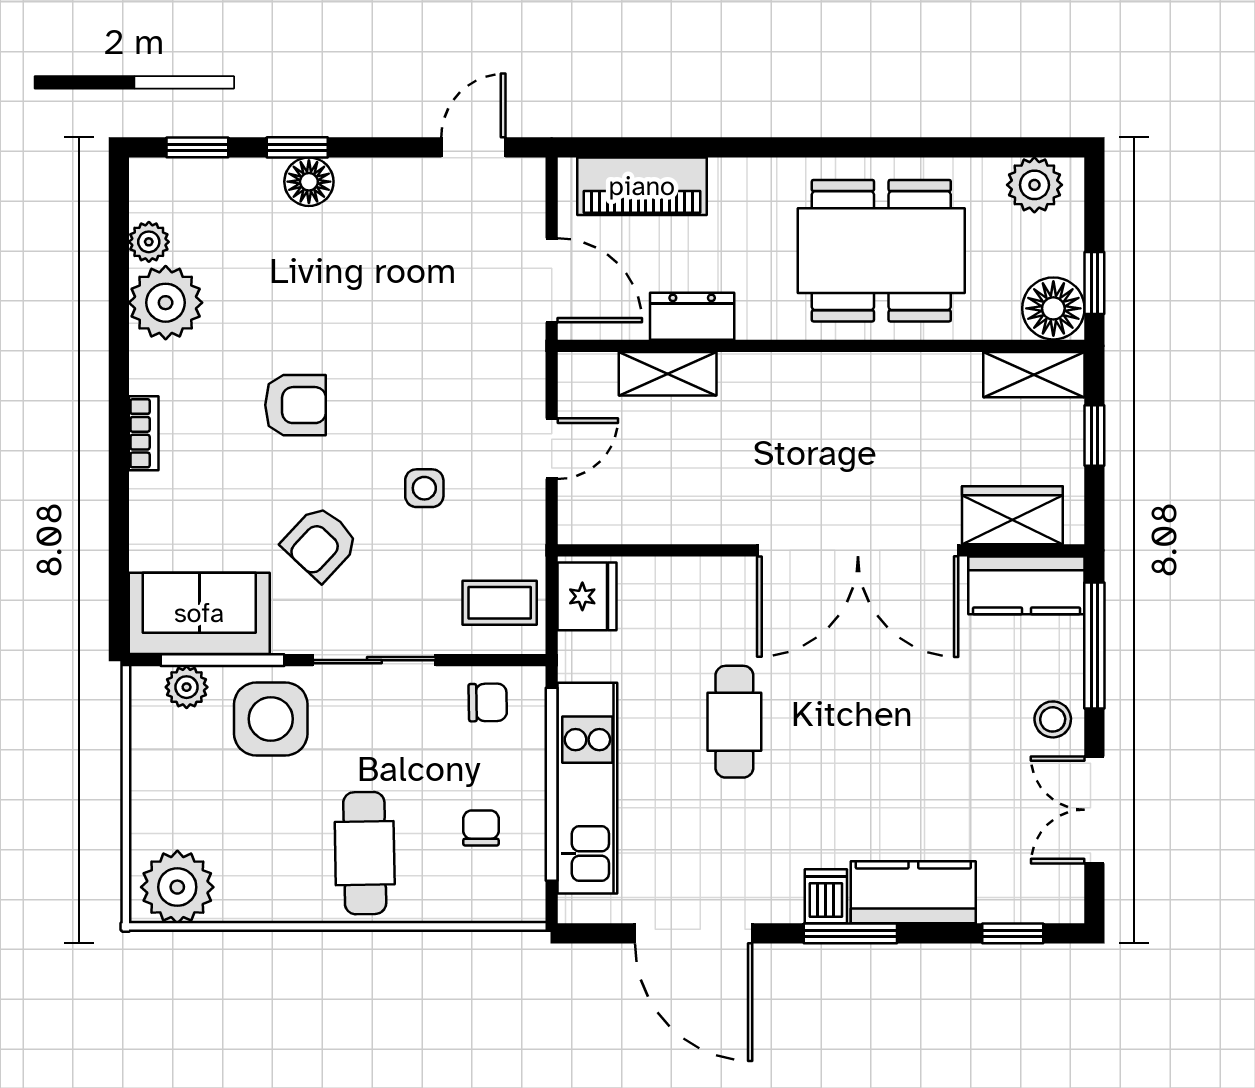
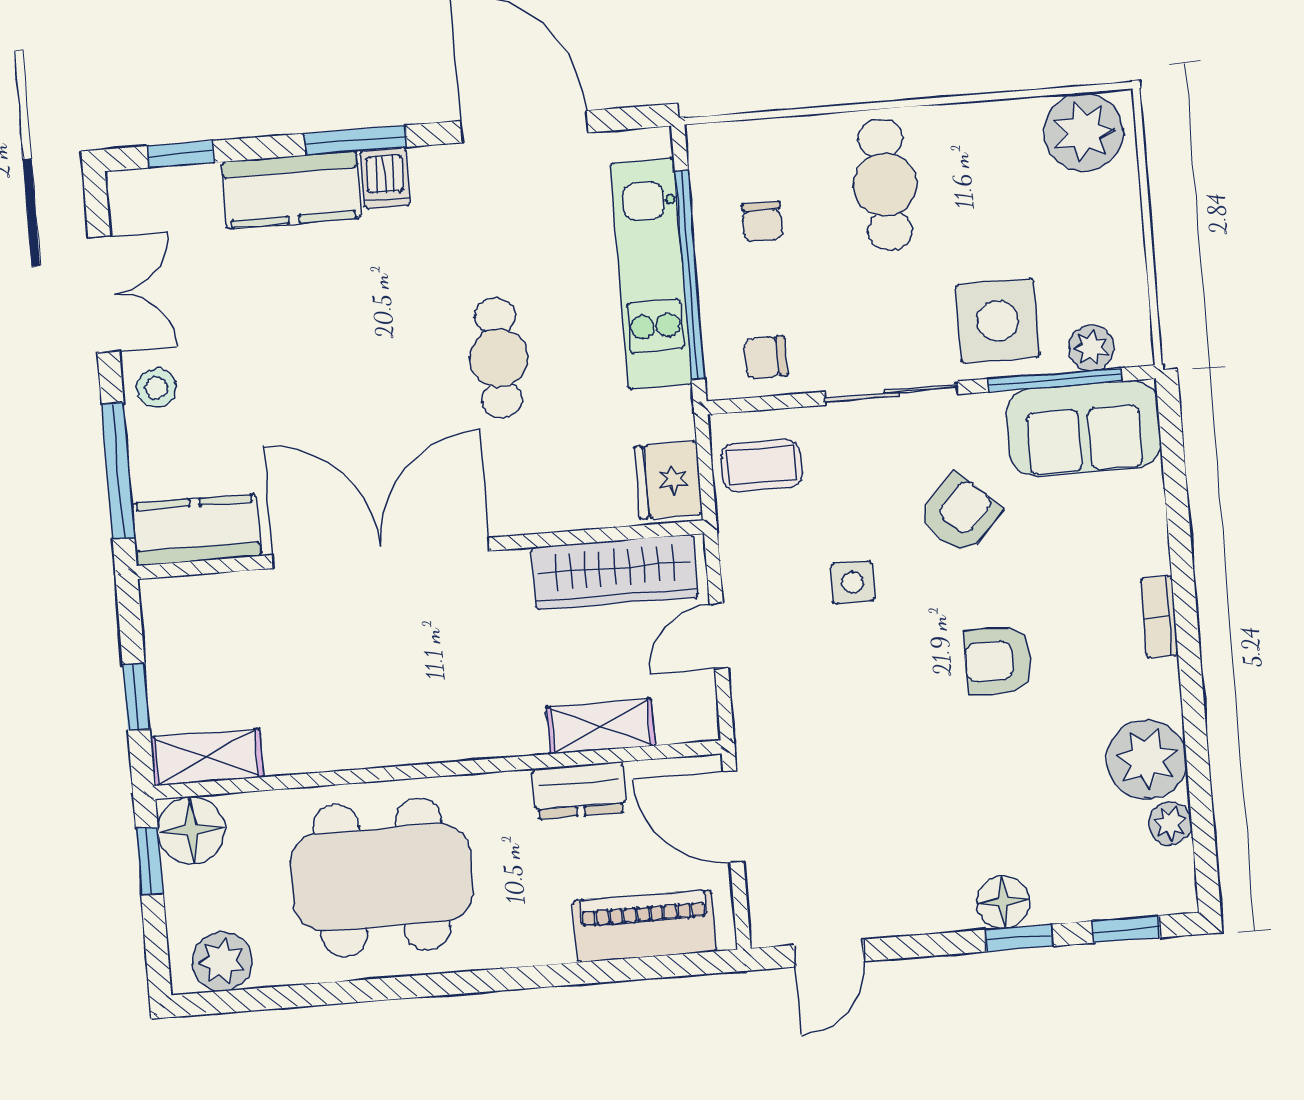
wardrobe: (1012, 515) -> (615, 572), moved, width x1.50

